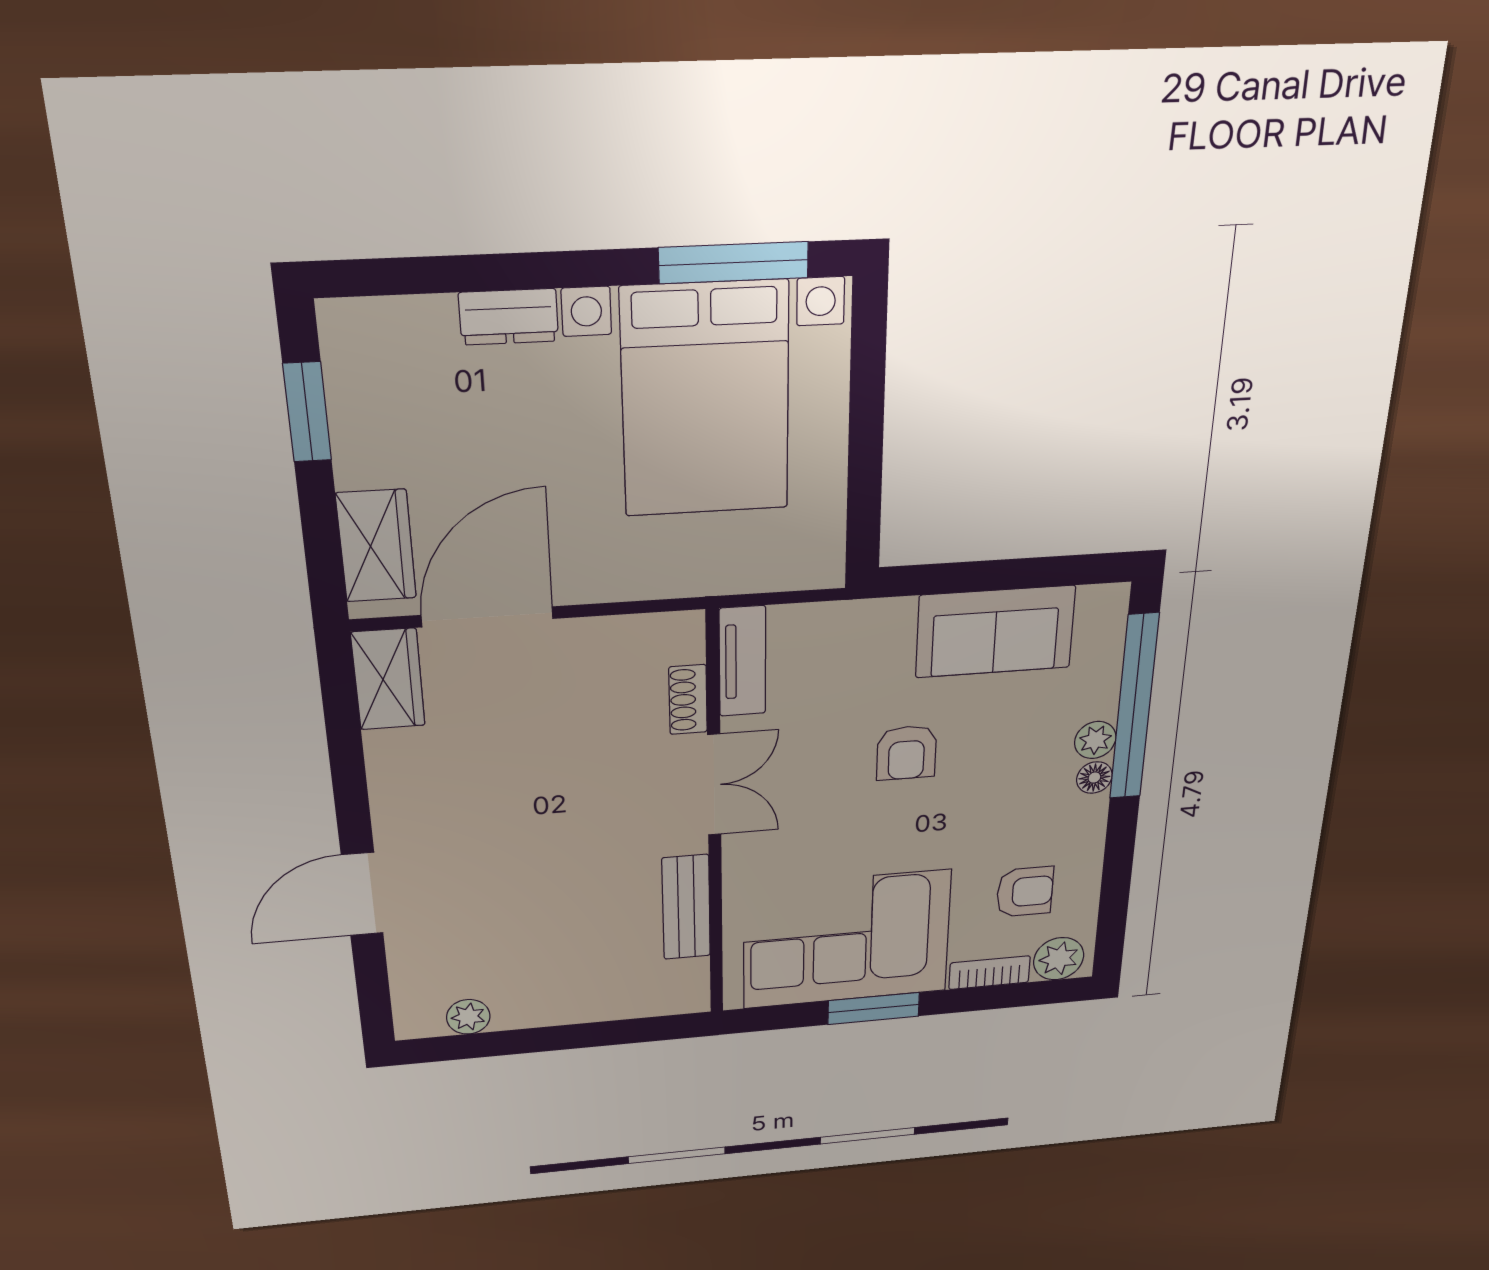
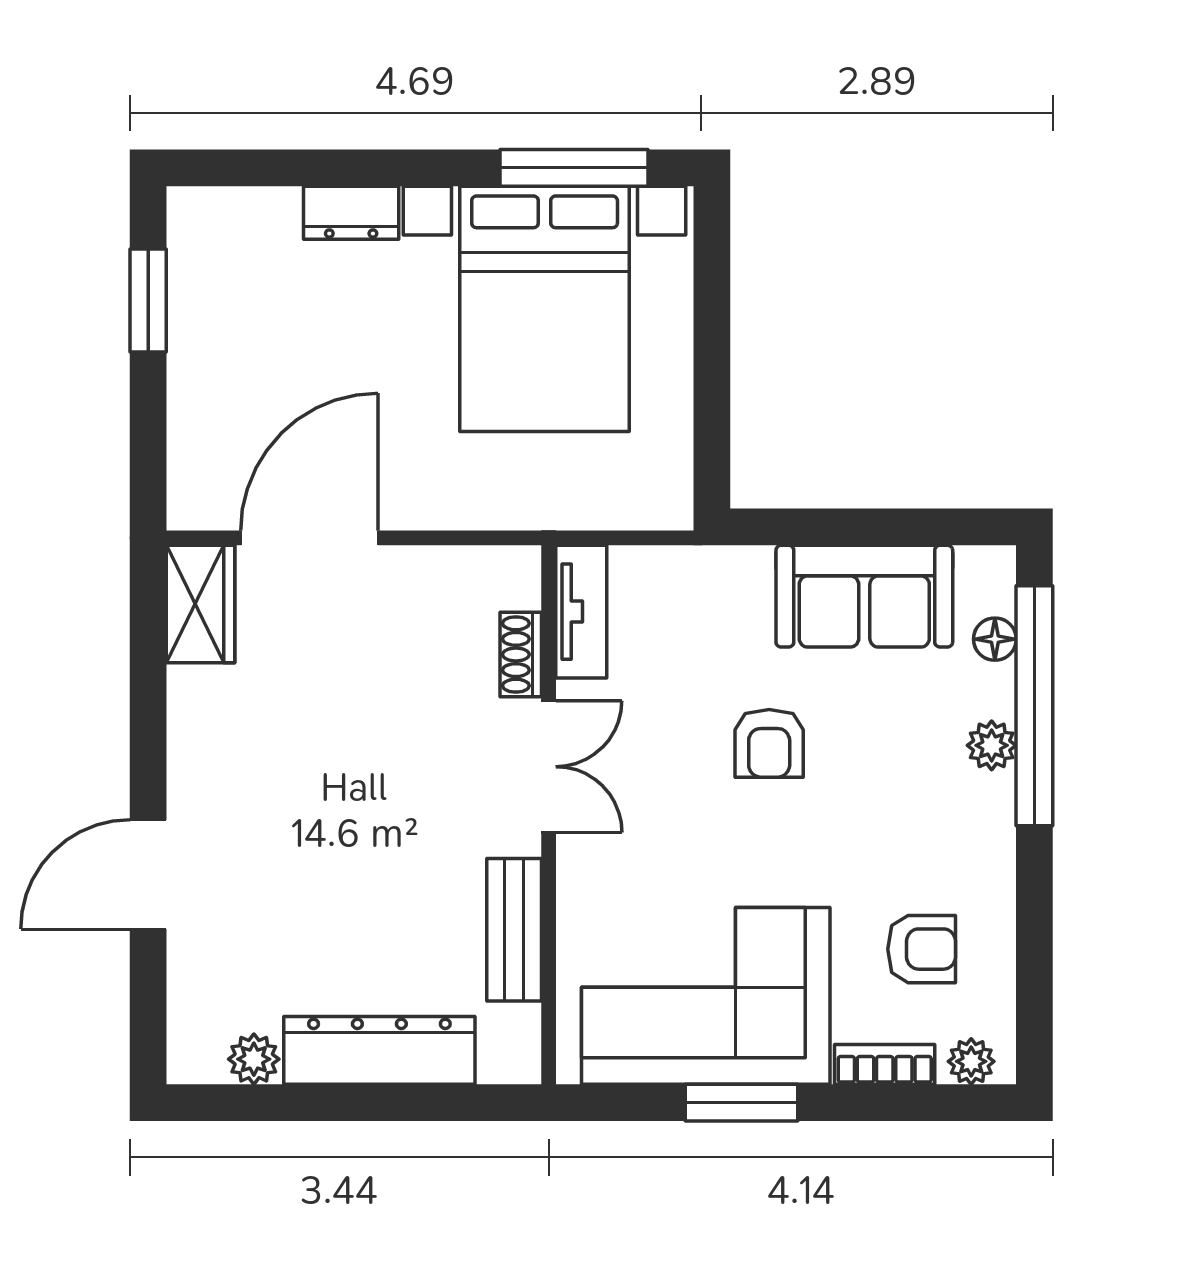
wardrobe: (376, 546) -> (202, 449), removed
floor lamp: (1094, 778) -> (995, 639), moved
plant: (1059, 959) -> (971, 1061), width x0.73, depth x0.73
dresser: (575, 1001) -> (379, 1050), added

